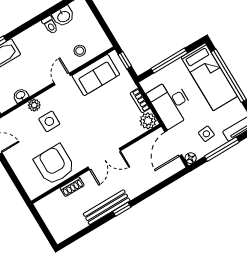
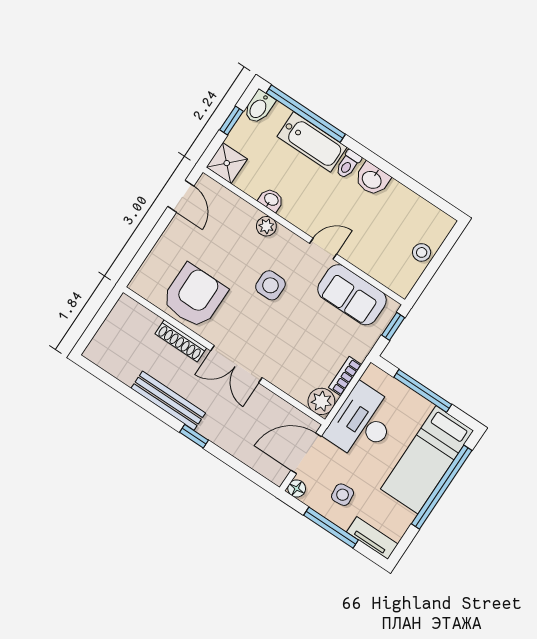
washbasin: (63, 16) -> (372, 179), moved
toilet: (50, 25) -> (348, 164), moved
stool: (80, 51) -> (422, 252), moved
side table: (49, 121) -> (270, 285), moved
shoe rack: (72, 187) -> (181, 341), width x1.43
window: (122, 209) -> (194, 436), moved

